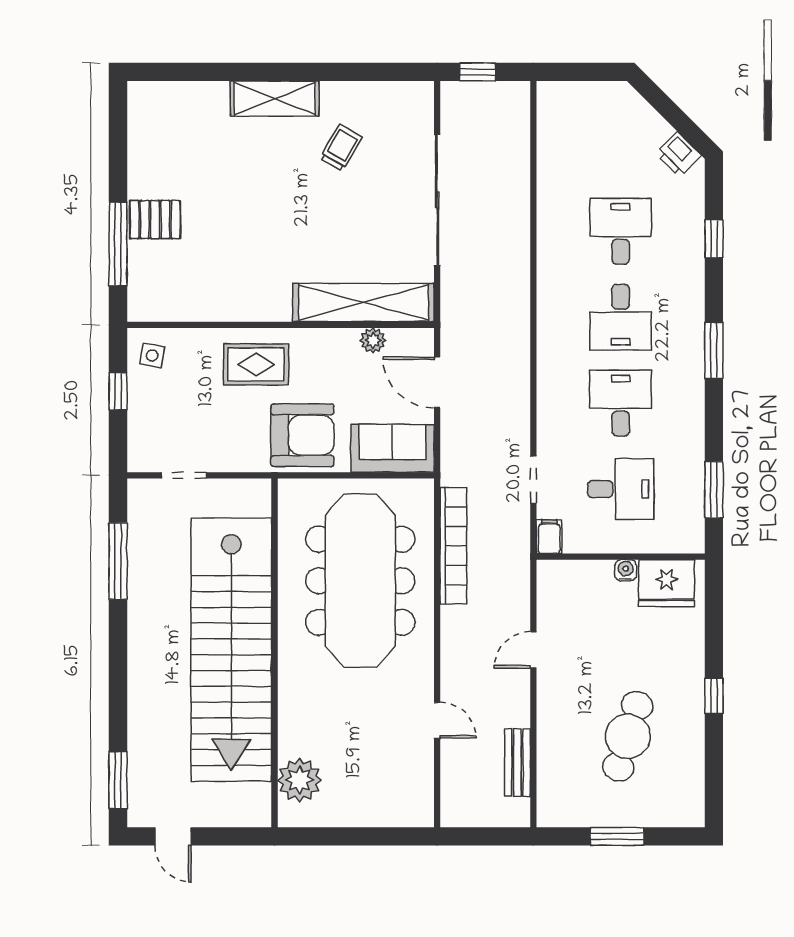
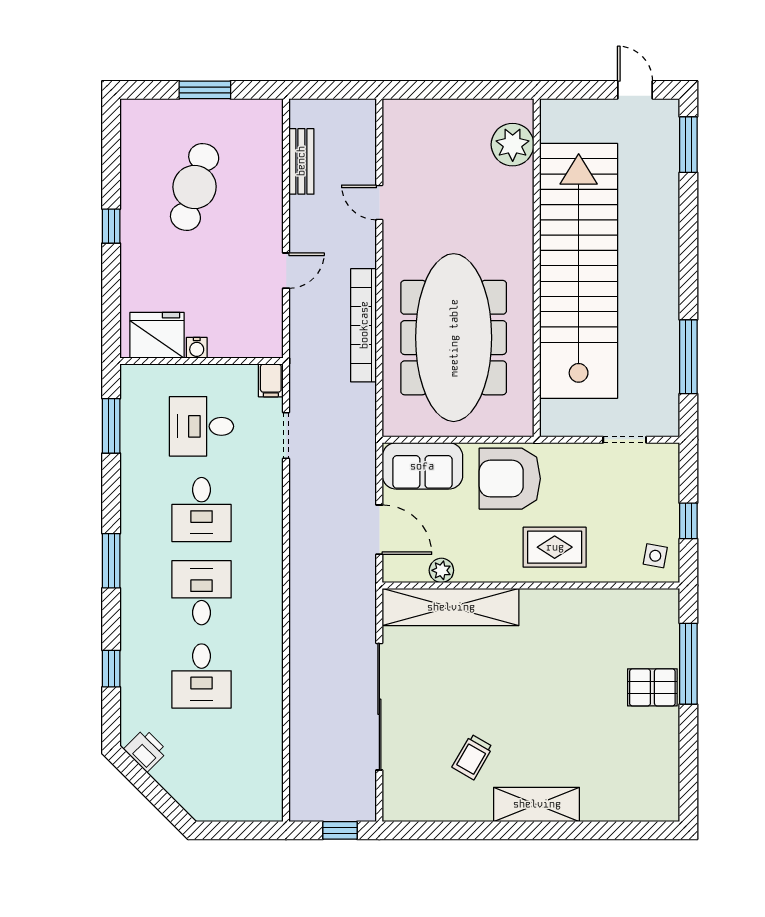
bookcase: (453, 546) -> (364, 325), moved

